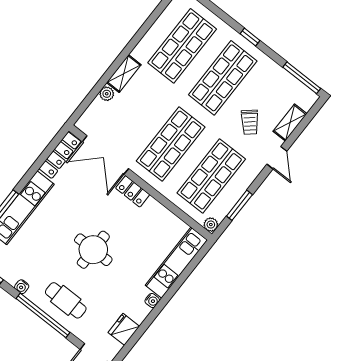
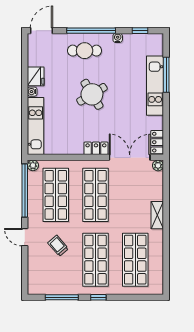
window: (302, 78) -> (62, 297), moved
plant: (107, 94) -> (158, 165), moved
shelving: (290, 123) -> (34, 265), removed
locker: (60, 155) -> (157, 142), width x0.66
window: (239, 205) -> (25, 191), width x2.11
round table: (93, 250) -> (92, 94), turned -31
fridge: (124, 329) -> (36, 76), moved

